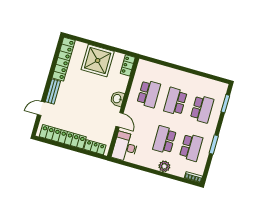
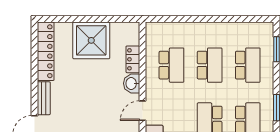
locker: (128, 65) -> (133, 59), moved
school desk: (175, 101) -> (210, 65), turned 180
door: (120, 120) -> (143, 111), swing flipped

